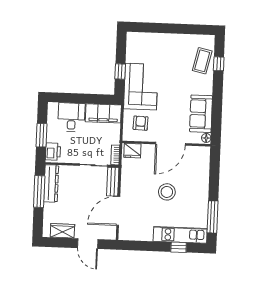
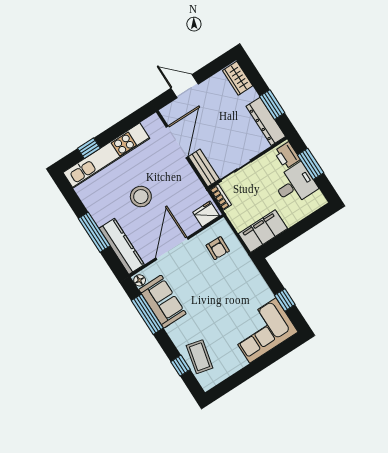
window: (120, 72) -> (285, 300), moved
corner sofa: (141, 87) -> (263, 330), moved, turned 90
window: (217, 112) -> (147, 314), added
desk: (71, 117) -> (295, 184), moved, turned -90
kitchen counter: (202, 168) -> (122, 246), added
window: (39, 192) -> (272, 105), width x0.69
window: (213, 217) -> (94, 232), moved
wardrobe: (62, 231) -> (238, 78), moved, turned 90
kitchen unit: (180, 235) -> (106, 155), width x1.36

